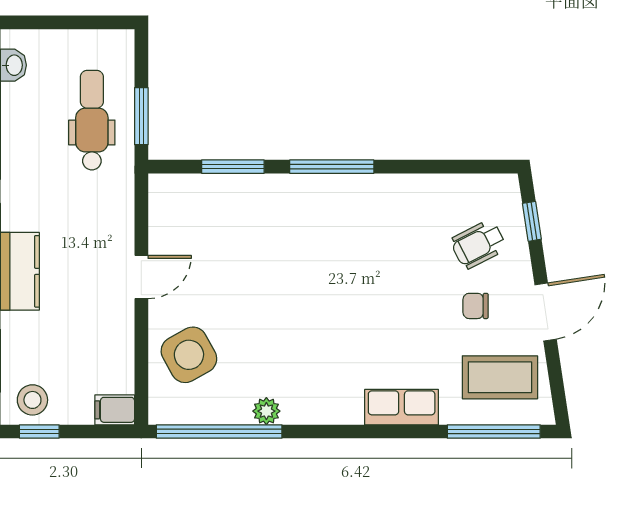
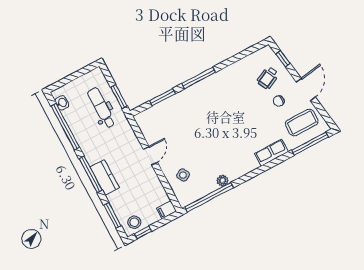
side table: (189, 355) -> (183, 175), width x0.54, depth x0.54

